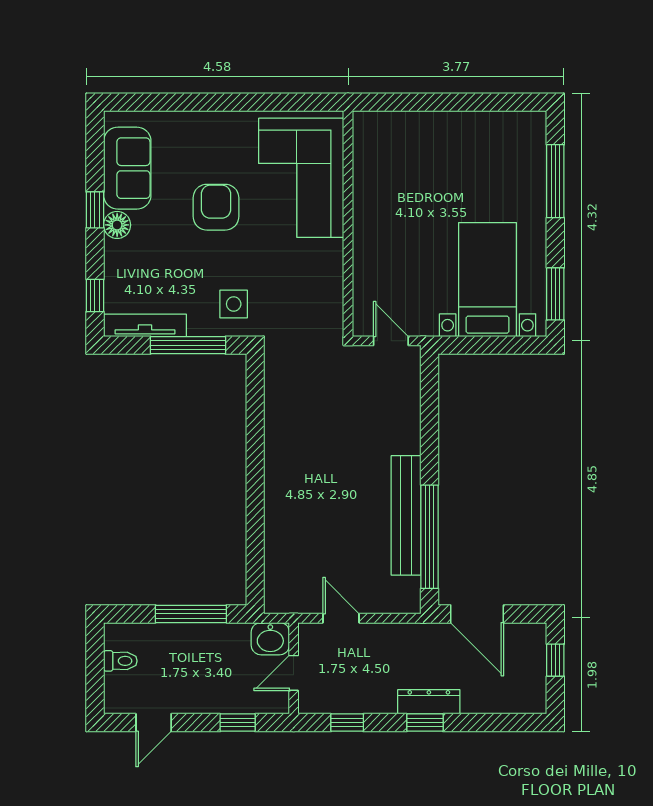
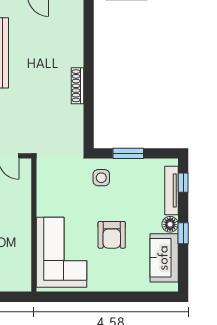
tv unit: (145, 325) -> (171, 191), moved, turned 90
window: (188, 345) -> (128, 153), width x0.69
shoe rack: (274, 460) -> (77, 86), added

